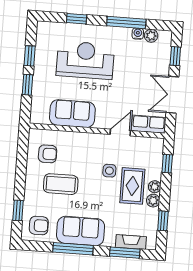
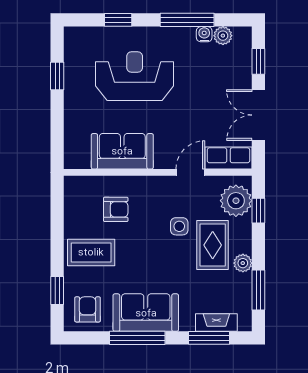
window: (27, 85) -> (57, 116), removed
armchair: (48, 154) -> (116, 209), moved
coffee table: (61, 184) -> (91, 252), moved
plant: (155, 187) -> (236, 201), moved, width x1.88, depth x1.88
window: (163, 221) -> (258, 290), width x1.50
armchair: (39, 226) -> (88, 309), turned -90

